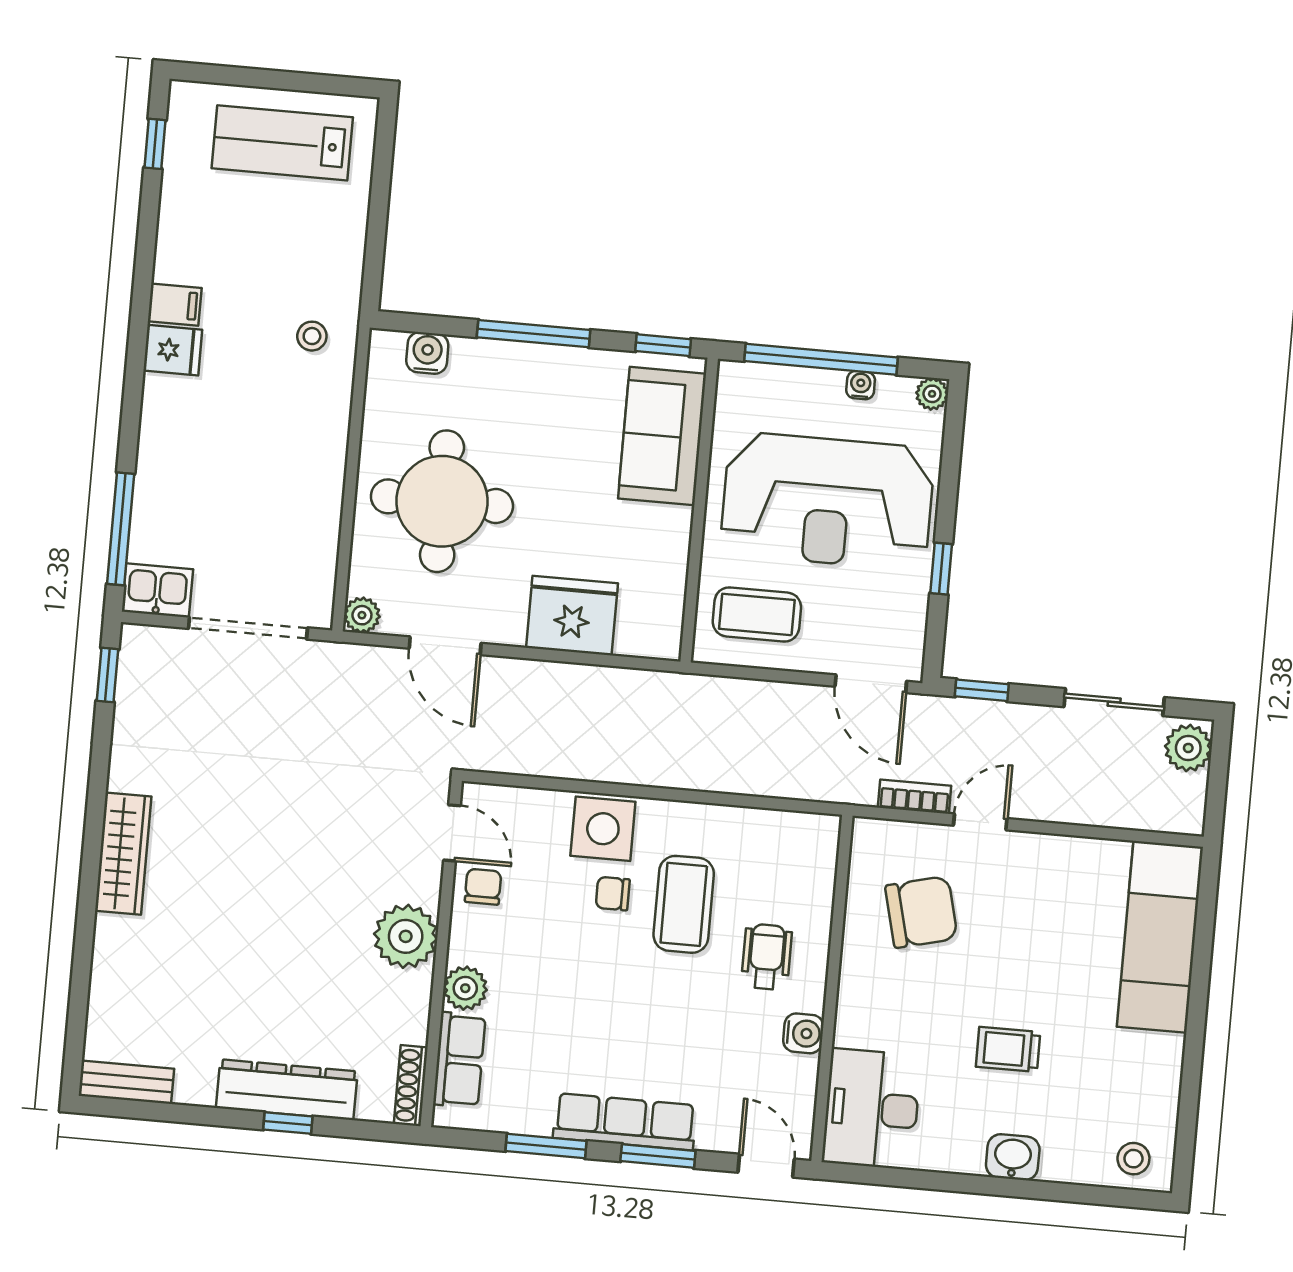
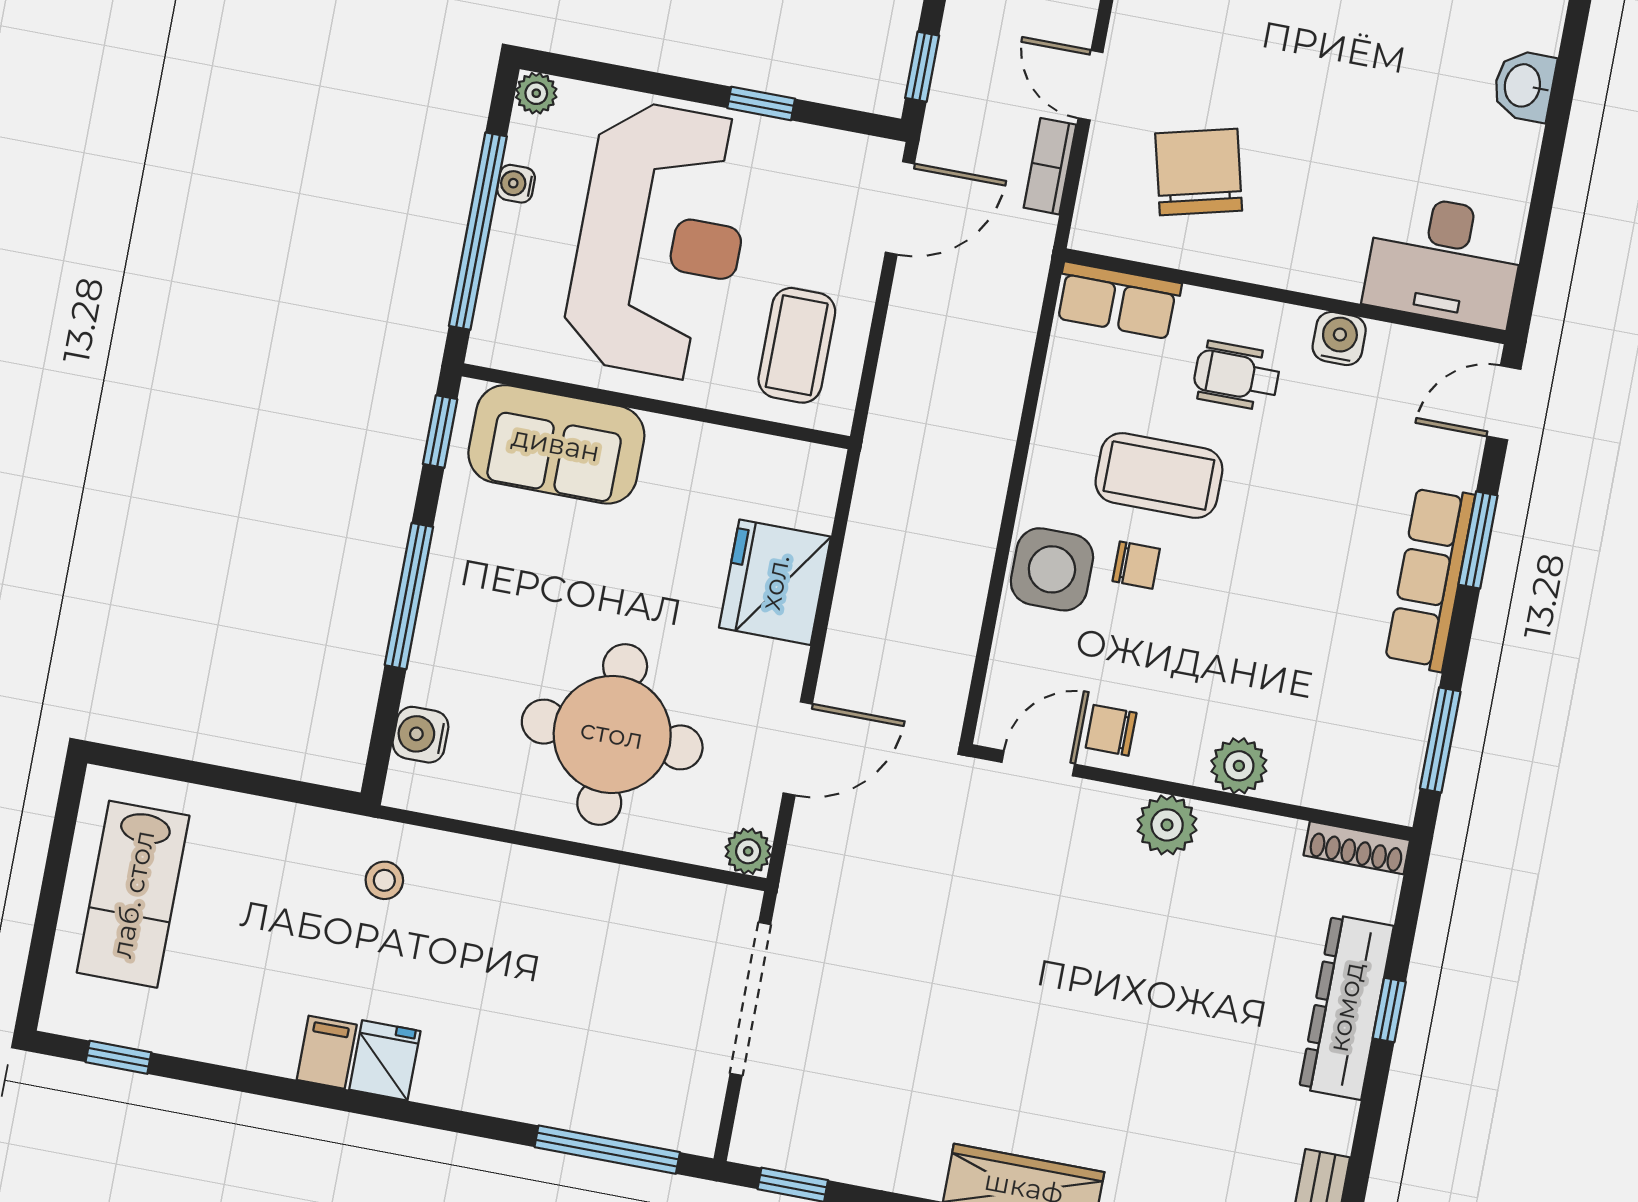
kitchen sink: (157, 590) -> (691, 1110), removed
chair: (613, 894) -> (1136, 565), turned -90
plant: (406, 936) -> (1167, 825), width x0.73, depth x0.73
trolley: (1008, 1049) -> (1385, 78), removed
row of seats: (459, 1060) -> (1118, 301), moved, turned 180
window: (546, 1146) -> (1440, 740), moved

